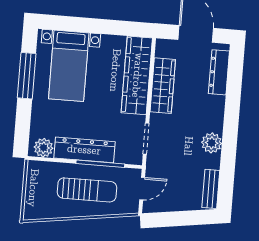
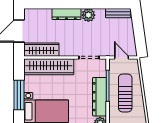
window: (97, 26) -> (19, 95), added
dresser: (219, 72) -> (66, 14), moved
wardrobe: (163, 86) -> (41, 50), moved

